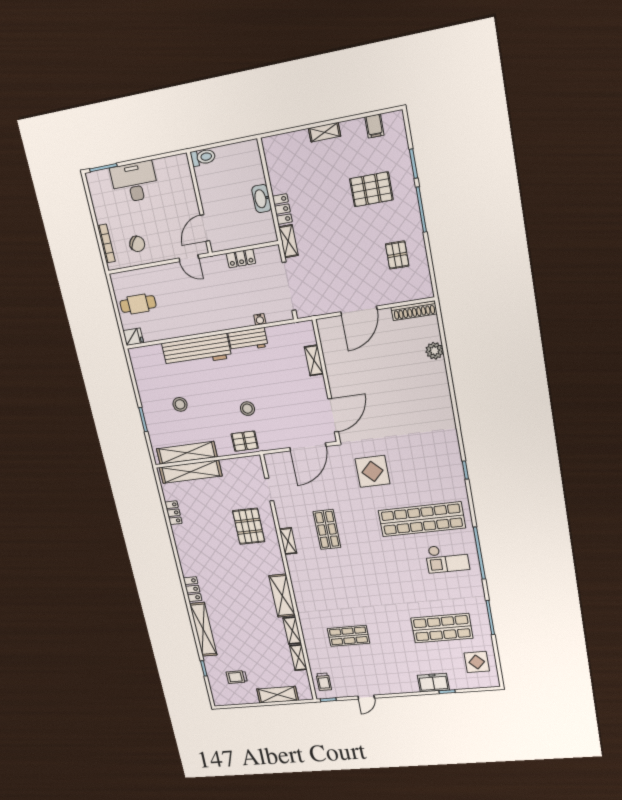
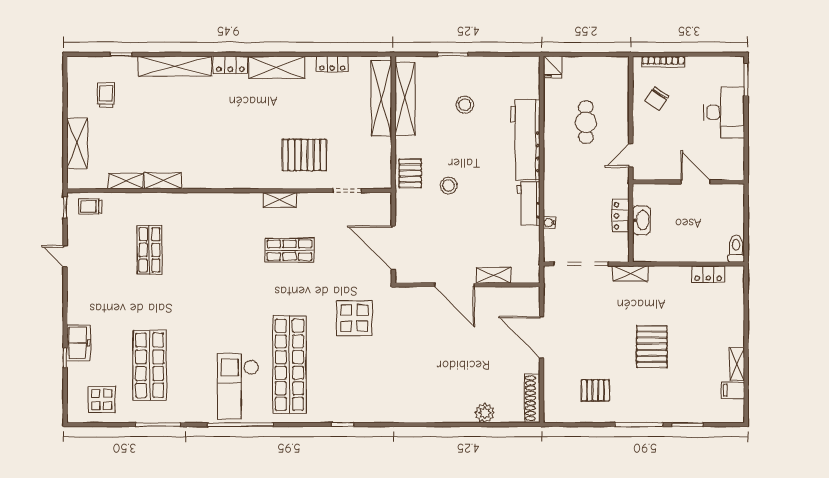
shelving: (325, 132) -> (737, 364), moved
toilet: (203, 157) -> (736, 249), moved, turned 180
pallet: (371, 189) -> (652, 347), moved
washbasin: (262, 199) -> (642, 220), moved, turned 90
locker: (282, 209) -> (708, 274), moved
door: (205, 228) -> (695, 182), moved
cafe table: (138, 304) -> (586, 122), moved
door: (333, 415) -> (455, 285), moved
checkout: (447, 558) -> (238, 386), width x1.36, depth x1.21
shelving: (282, 596) -> (277, 67), moved

